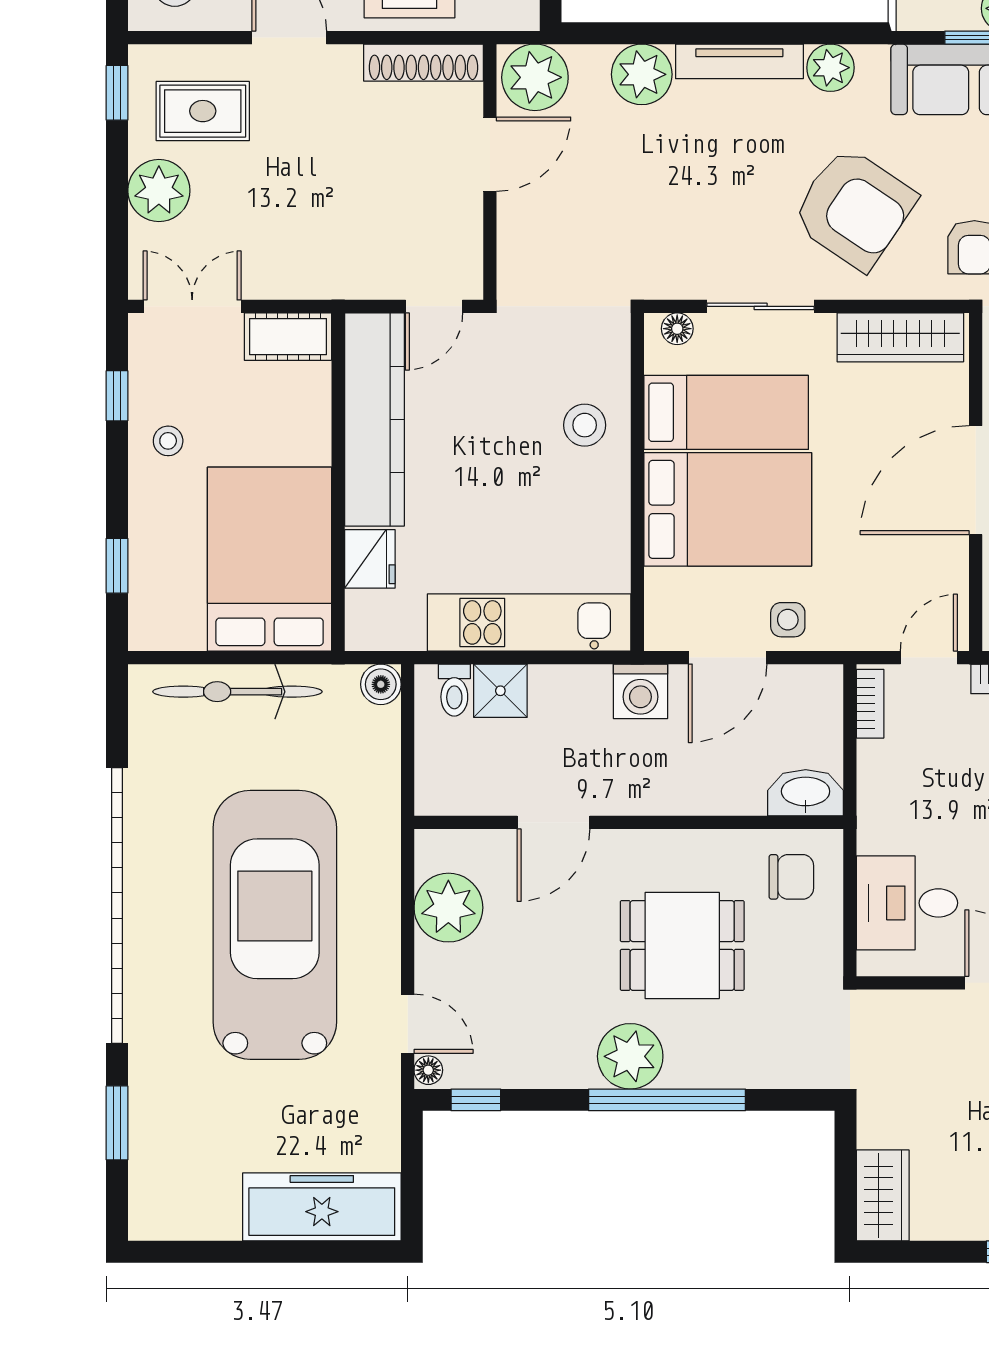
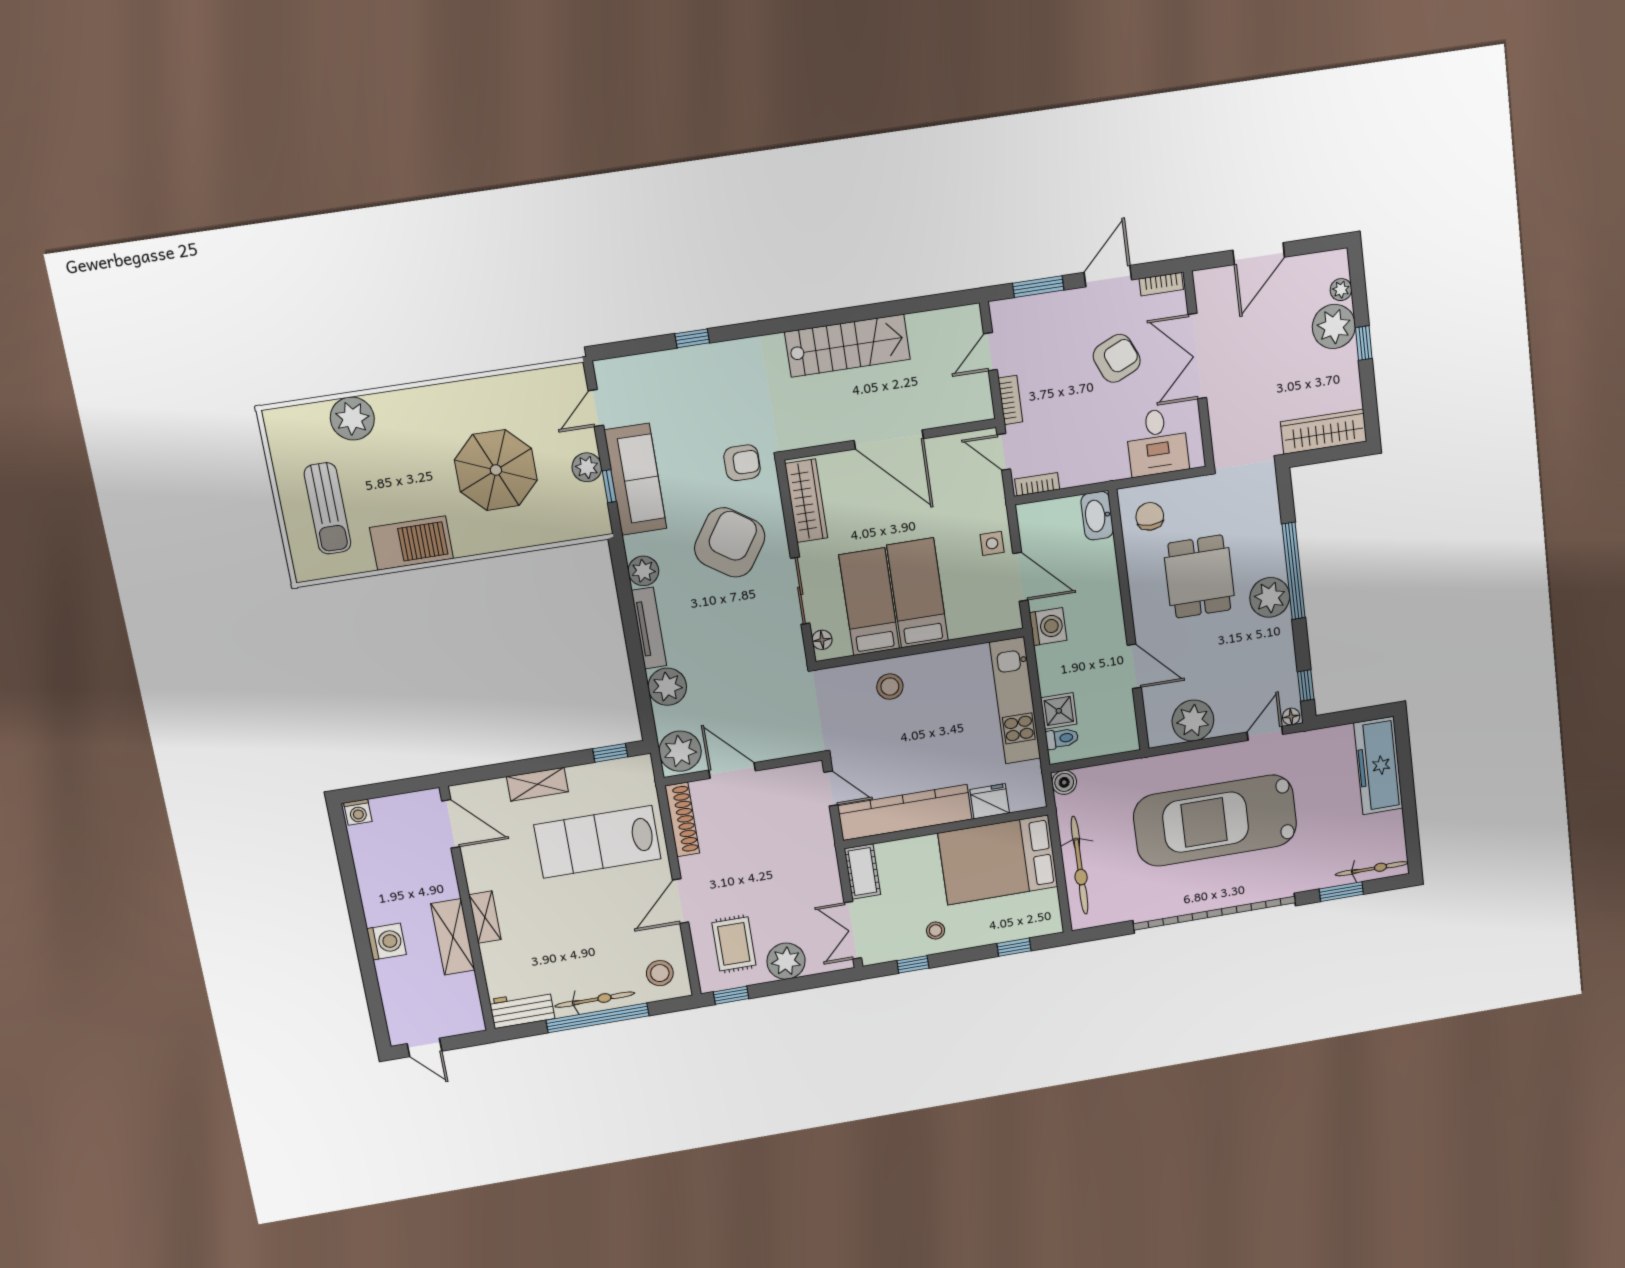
bed: (728, 509) -> (917, 593), width x0.67
bicycle: (148, 1178) -> (1372, 869), added
wardrobe: (883, 1195) -> (1324, 432), width x1.50

